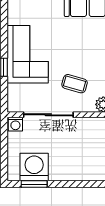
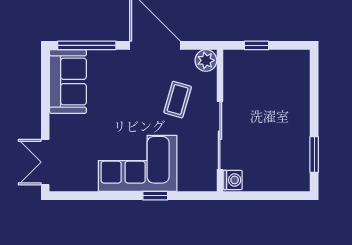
washing machine: (34, 167) -> (291, 155), removed

